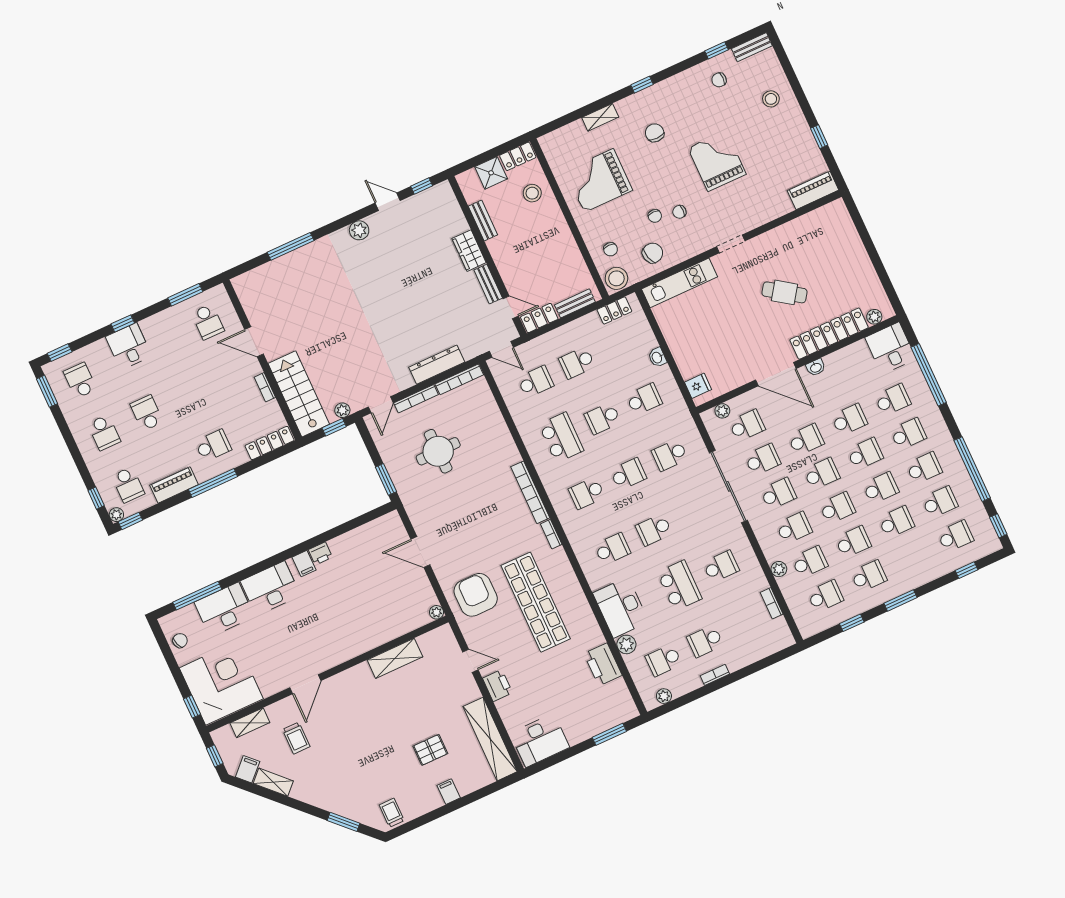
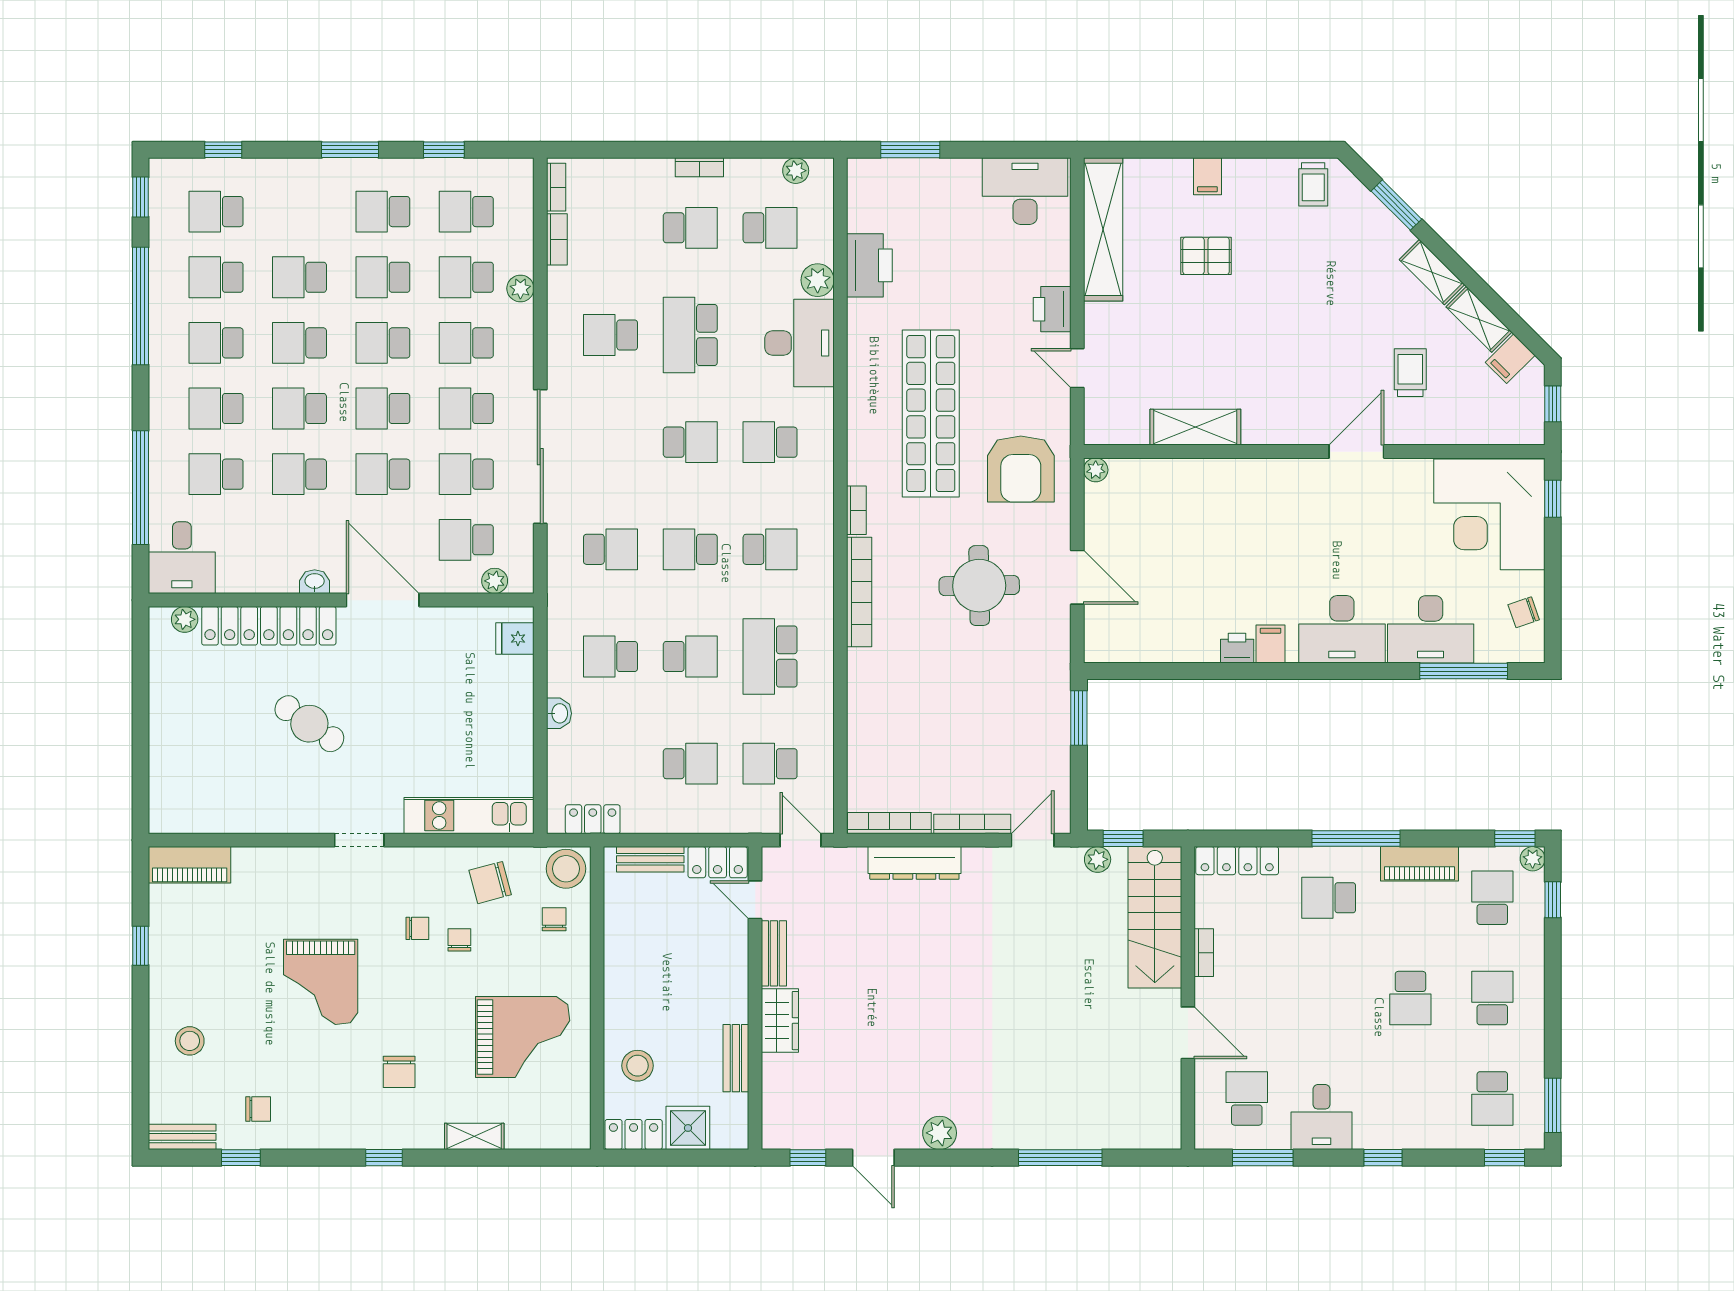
desk: (129, 346) -> (1322, 1117), moved
round table: (438, 451) -> (979, 586), moved
bookcase: (785, 630) -> (556, 187), added
shelving: (250, 723) -> (1432, 272), moved, turned 45

